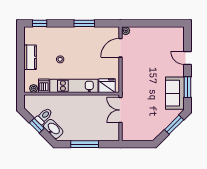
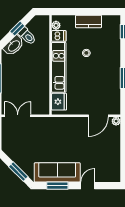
door: (120, 48) -> (98, 116), swing flipped
sofa: (175, 93) -> (57, 172), width x1.36
double door: (120, 110) -> (18, 116), moved

